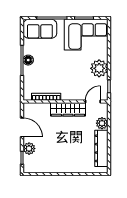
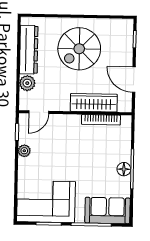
plant: (99, 68) -> (24, 151), width x0.53, depth x0.53
wardrobe: (68, 109) -> (94, 103), moved
plant: (29, 149) -> (125, 51), removed
spiral stairs: (63, 150) -> (79, 49), added

